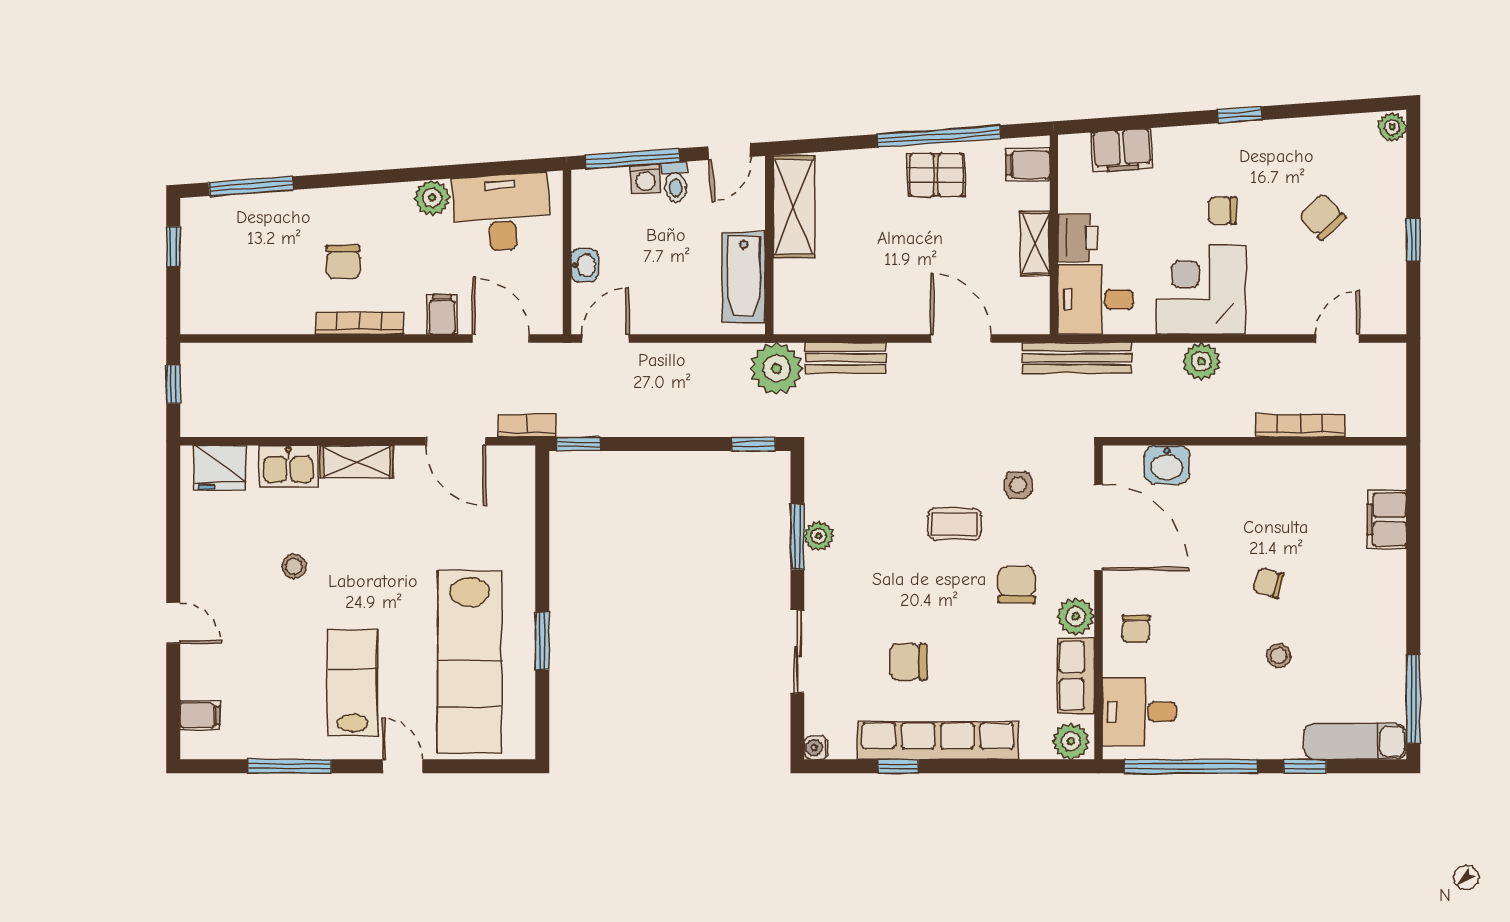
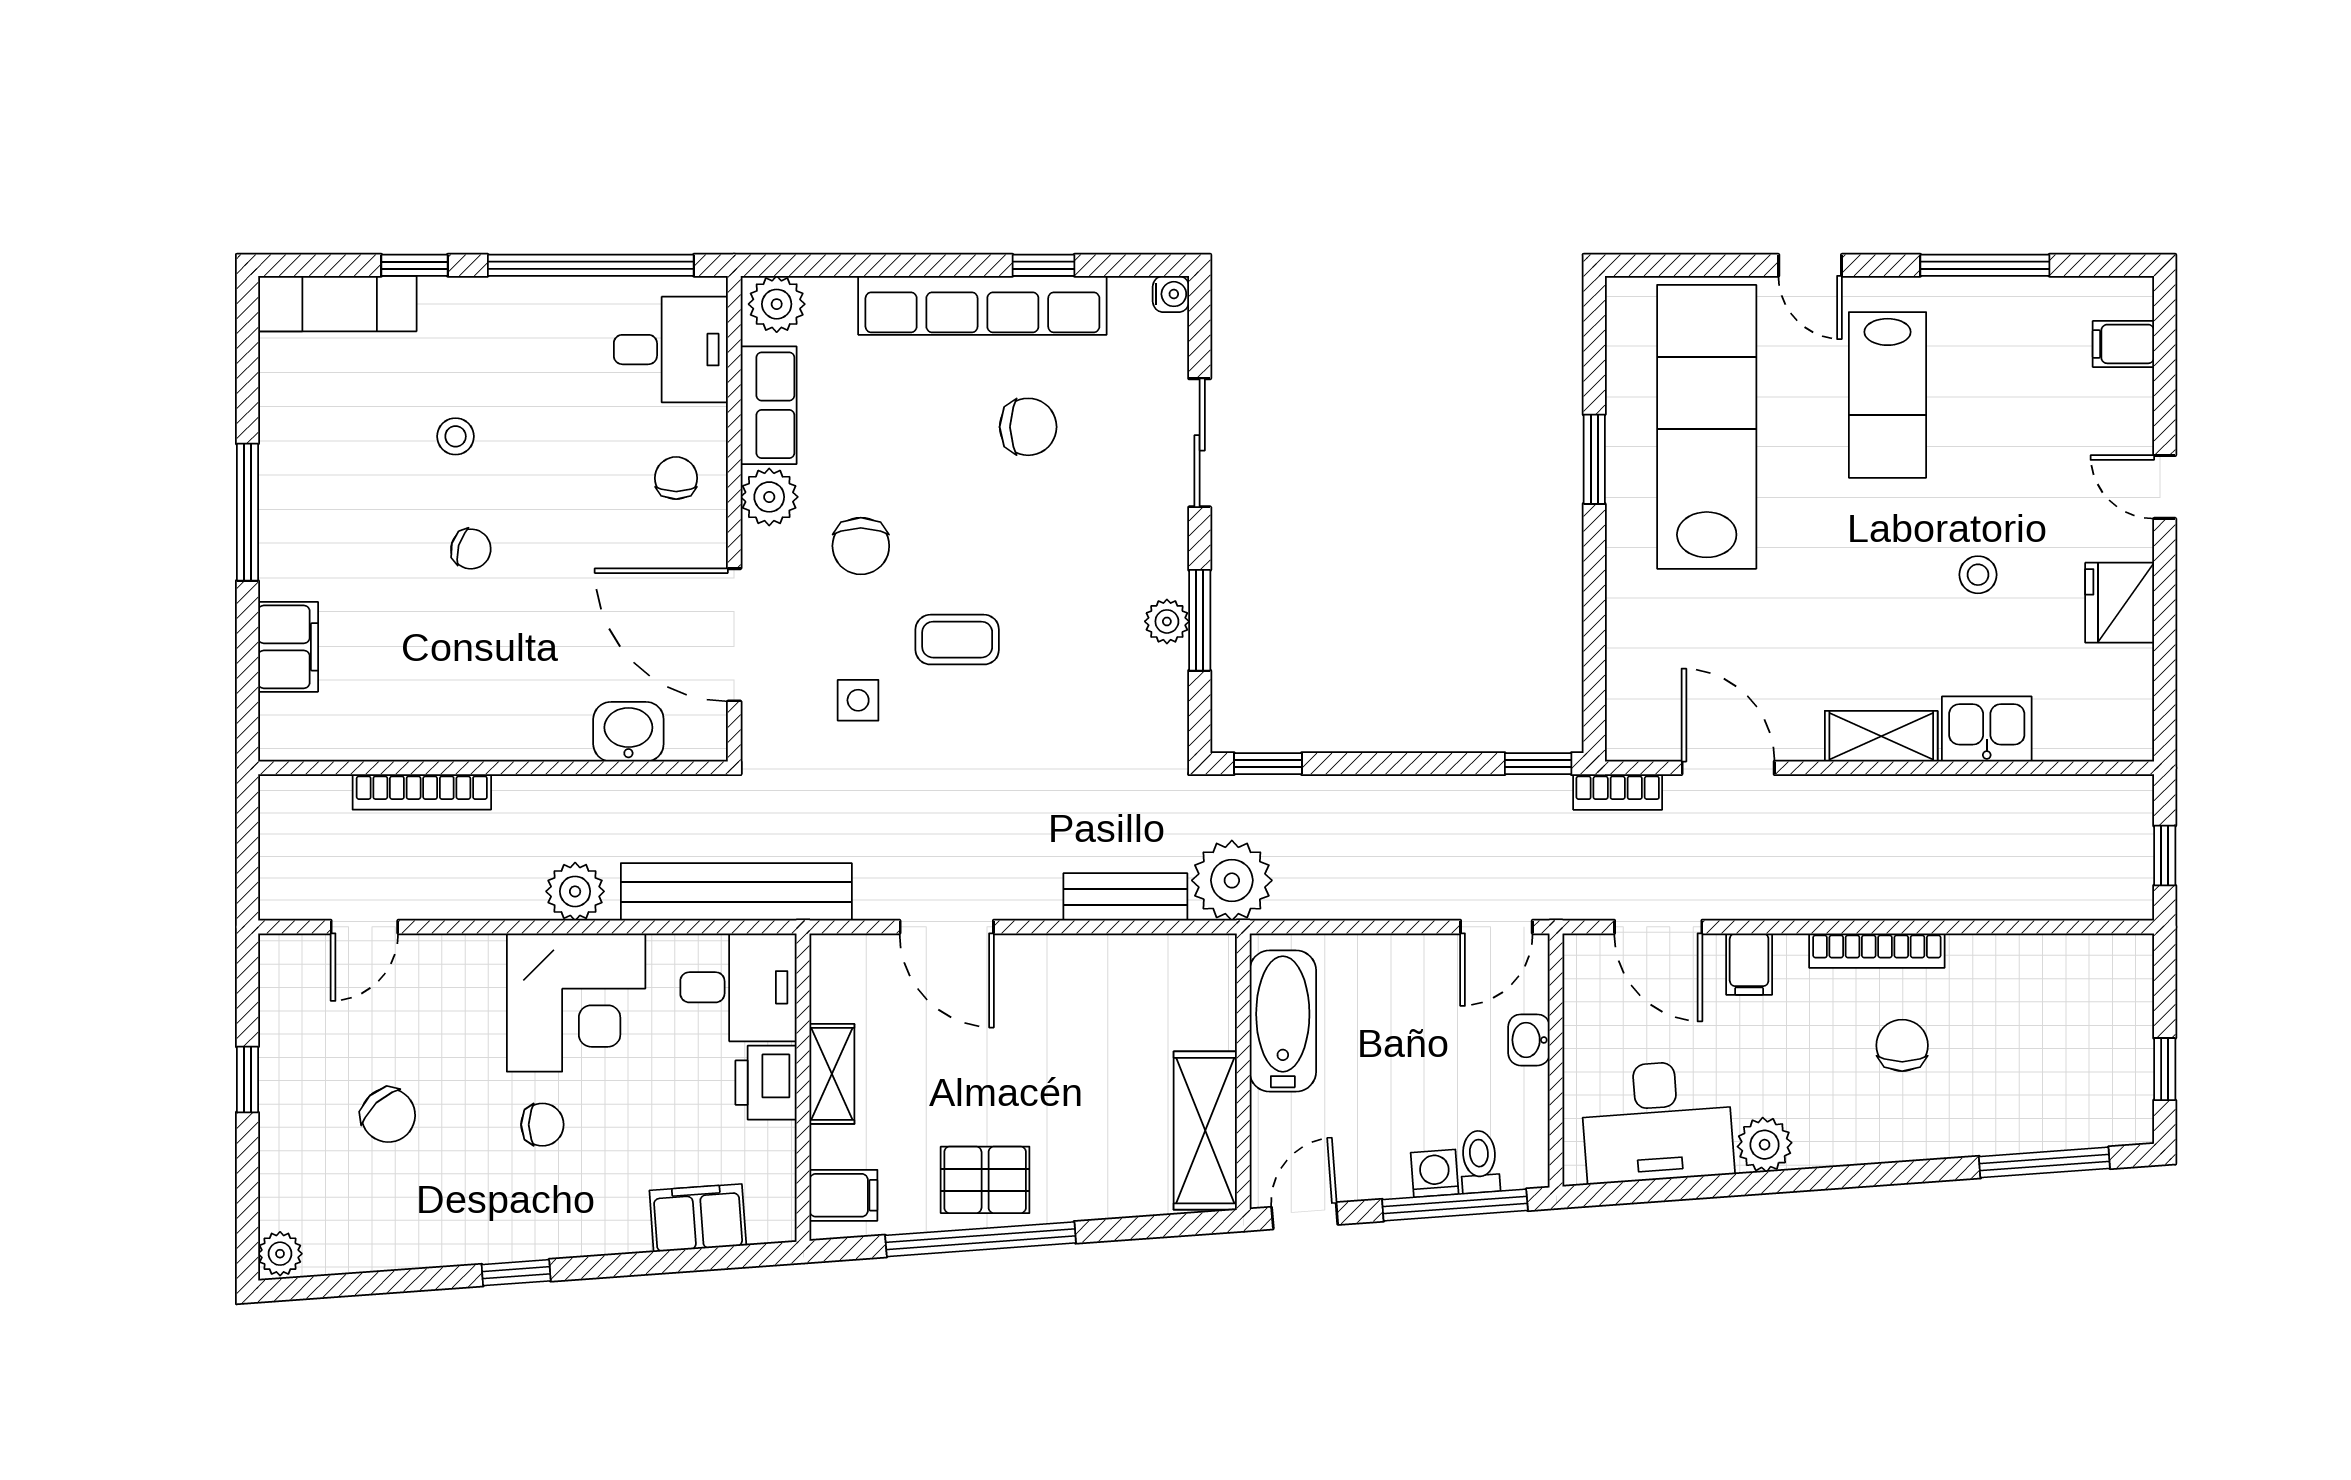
toilet: (675, 182) -> (1480, 1162), moved
bench: (1077, 358) -> (736, 892), width x1.37, depth x1.21
fridge: (220, 468) -> (2120, 603), moved, turned -90
window: (1413, 699) -> (247, 512), moved

